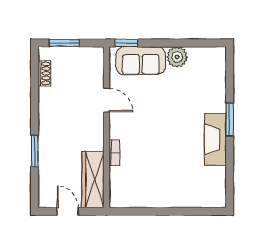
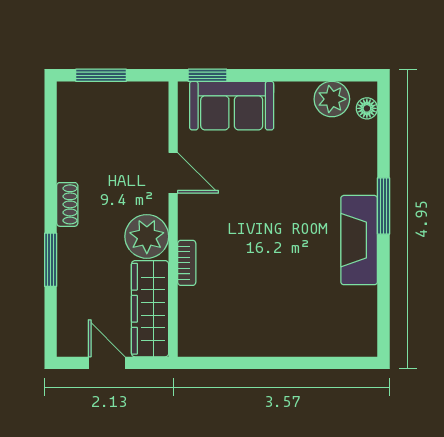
plant: (177, 57) -> (332, 99), moved
floor lamp: (220, 62) -> (367, 108), added
shoe rack: (44, 73) -> (67, 204), moved
plant: (91, 137) -> (147, 236), added

